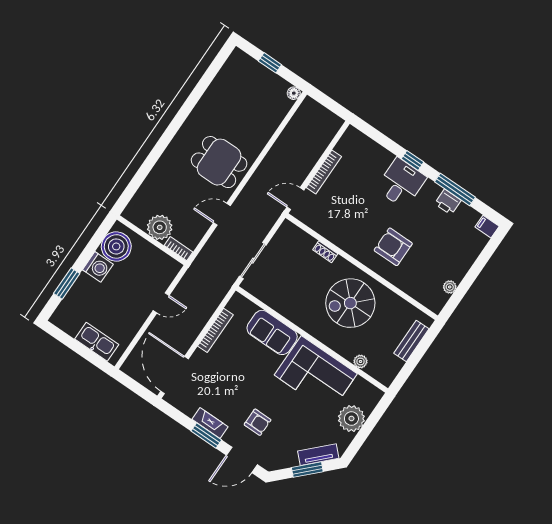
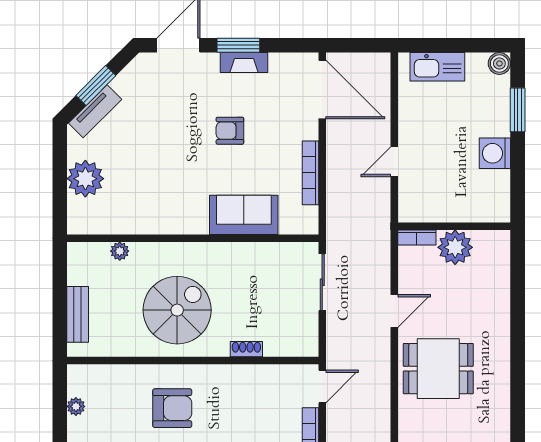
boiler: (116, 246) -> (499, 63), moved, width x0.54, depth x0.54
corner sofa: (316, 374) -> (161, 201), removed
armchair: (258, 422) -> (230, 131), moved

